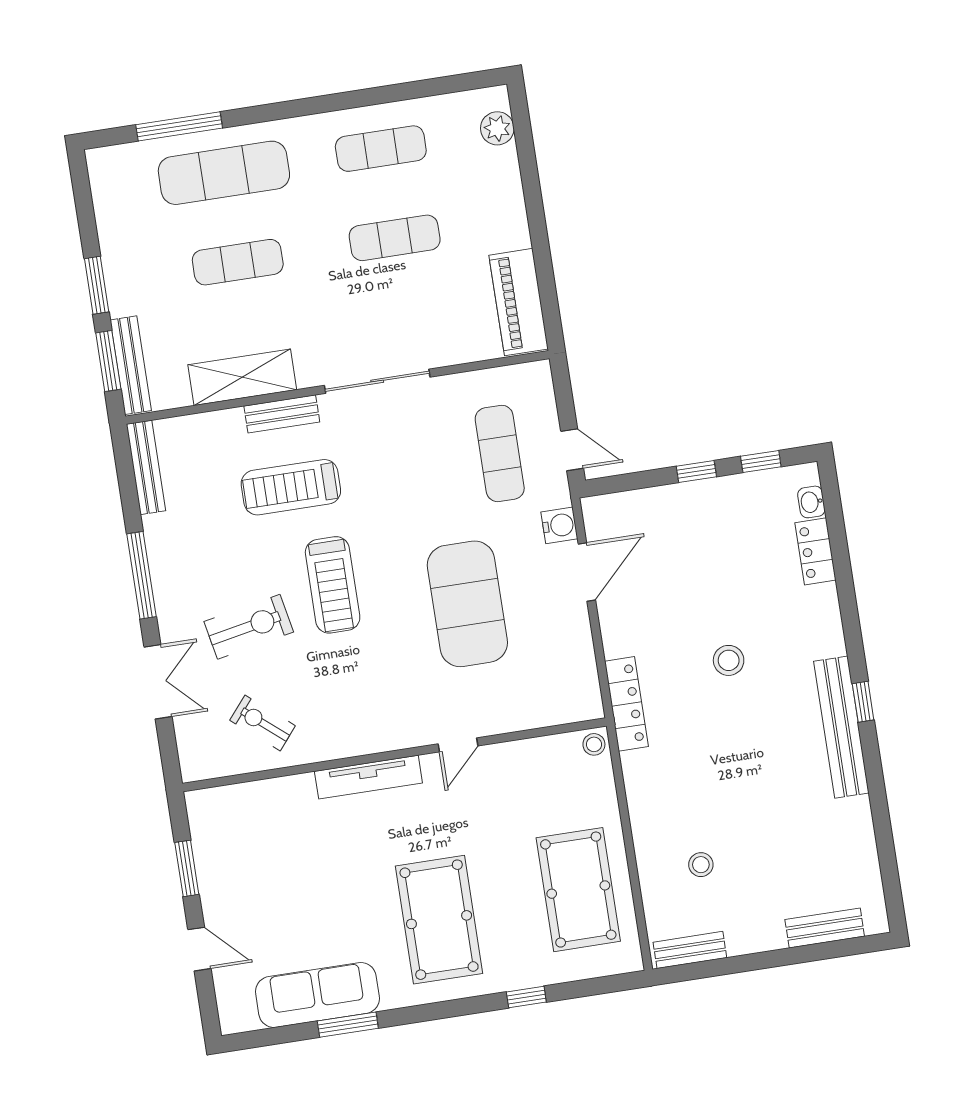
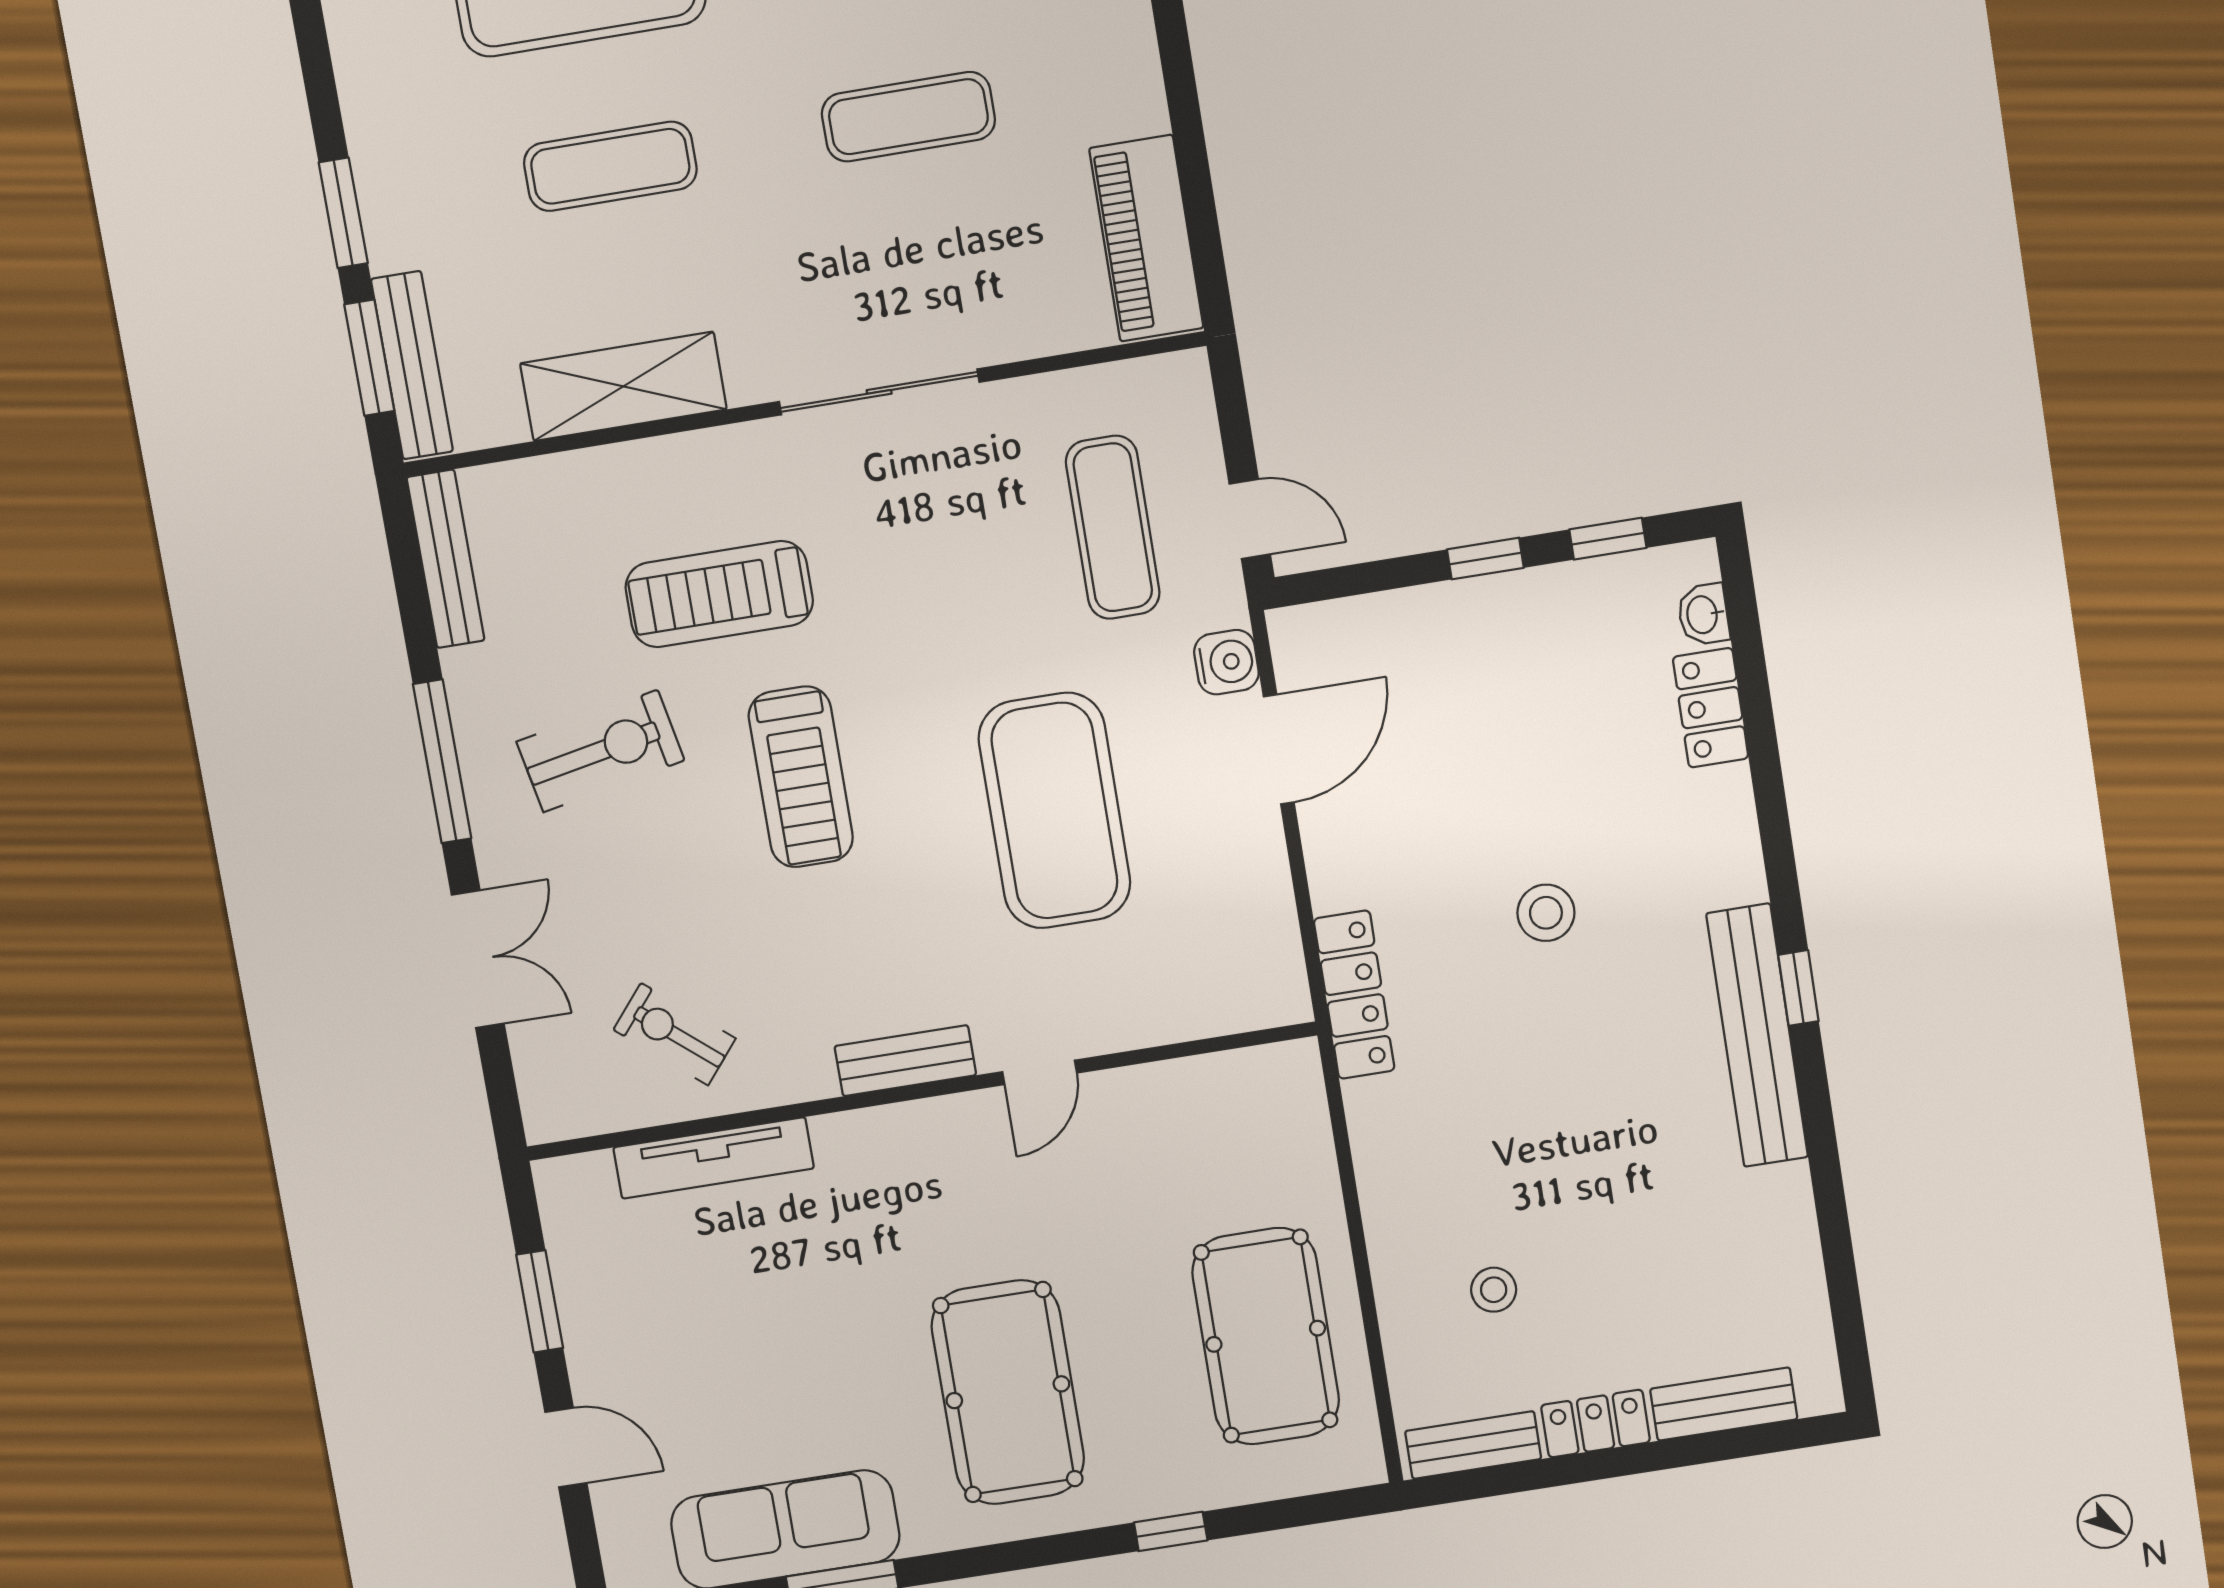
bench: (282, 414) -> (905, 1061), moved
exercise bike: (249, 627) -> (601, 751), moved
stool: (594, 744) -> (1294, 1070), removed
tv unit: (368, 777) -> (714, 1158), moved
locker: (756, 938) -> (1596, 1424), added

